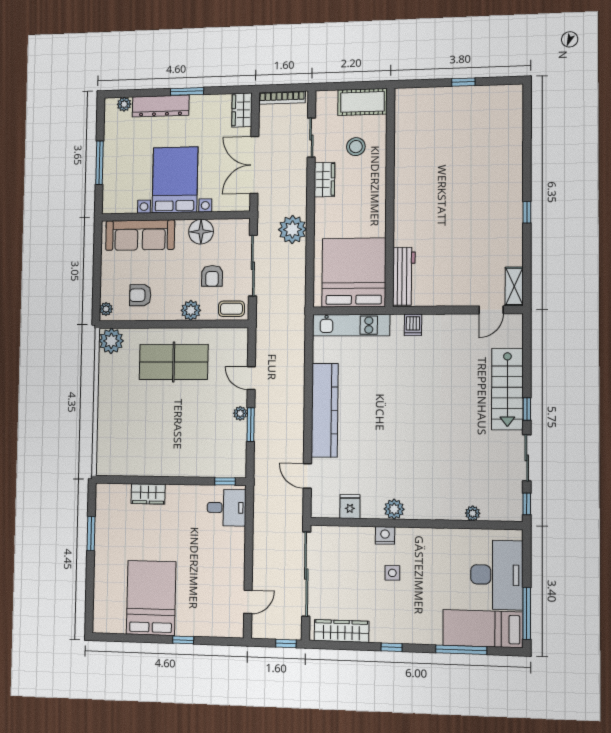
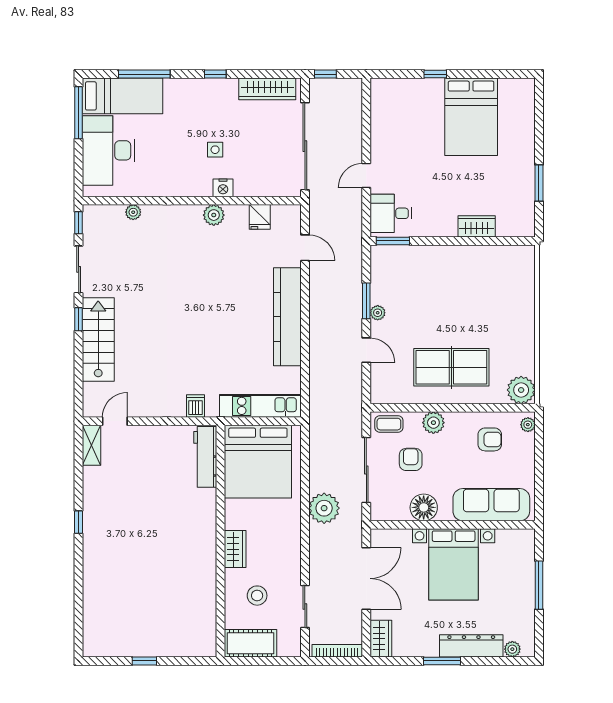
wardrobe: (324, 180) -> (235, 549), moved, turned 180
window: (225, 481) -> (393, 241), width x1.50
door: (248, 602) -> (366, 176), moved

